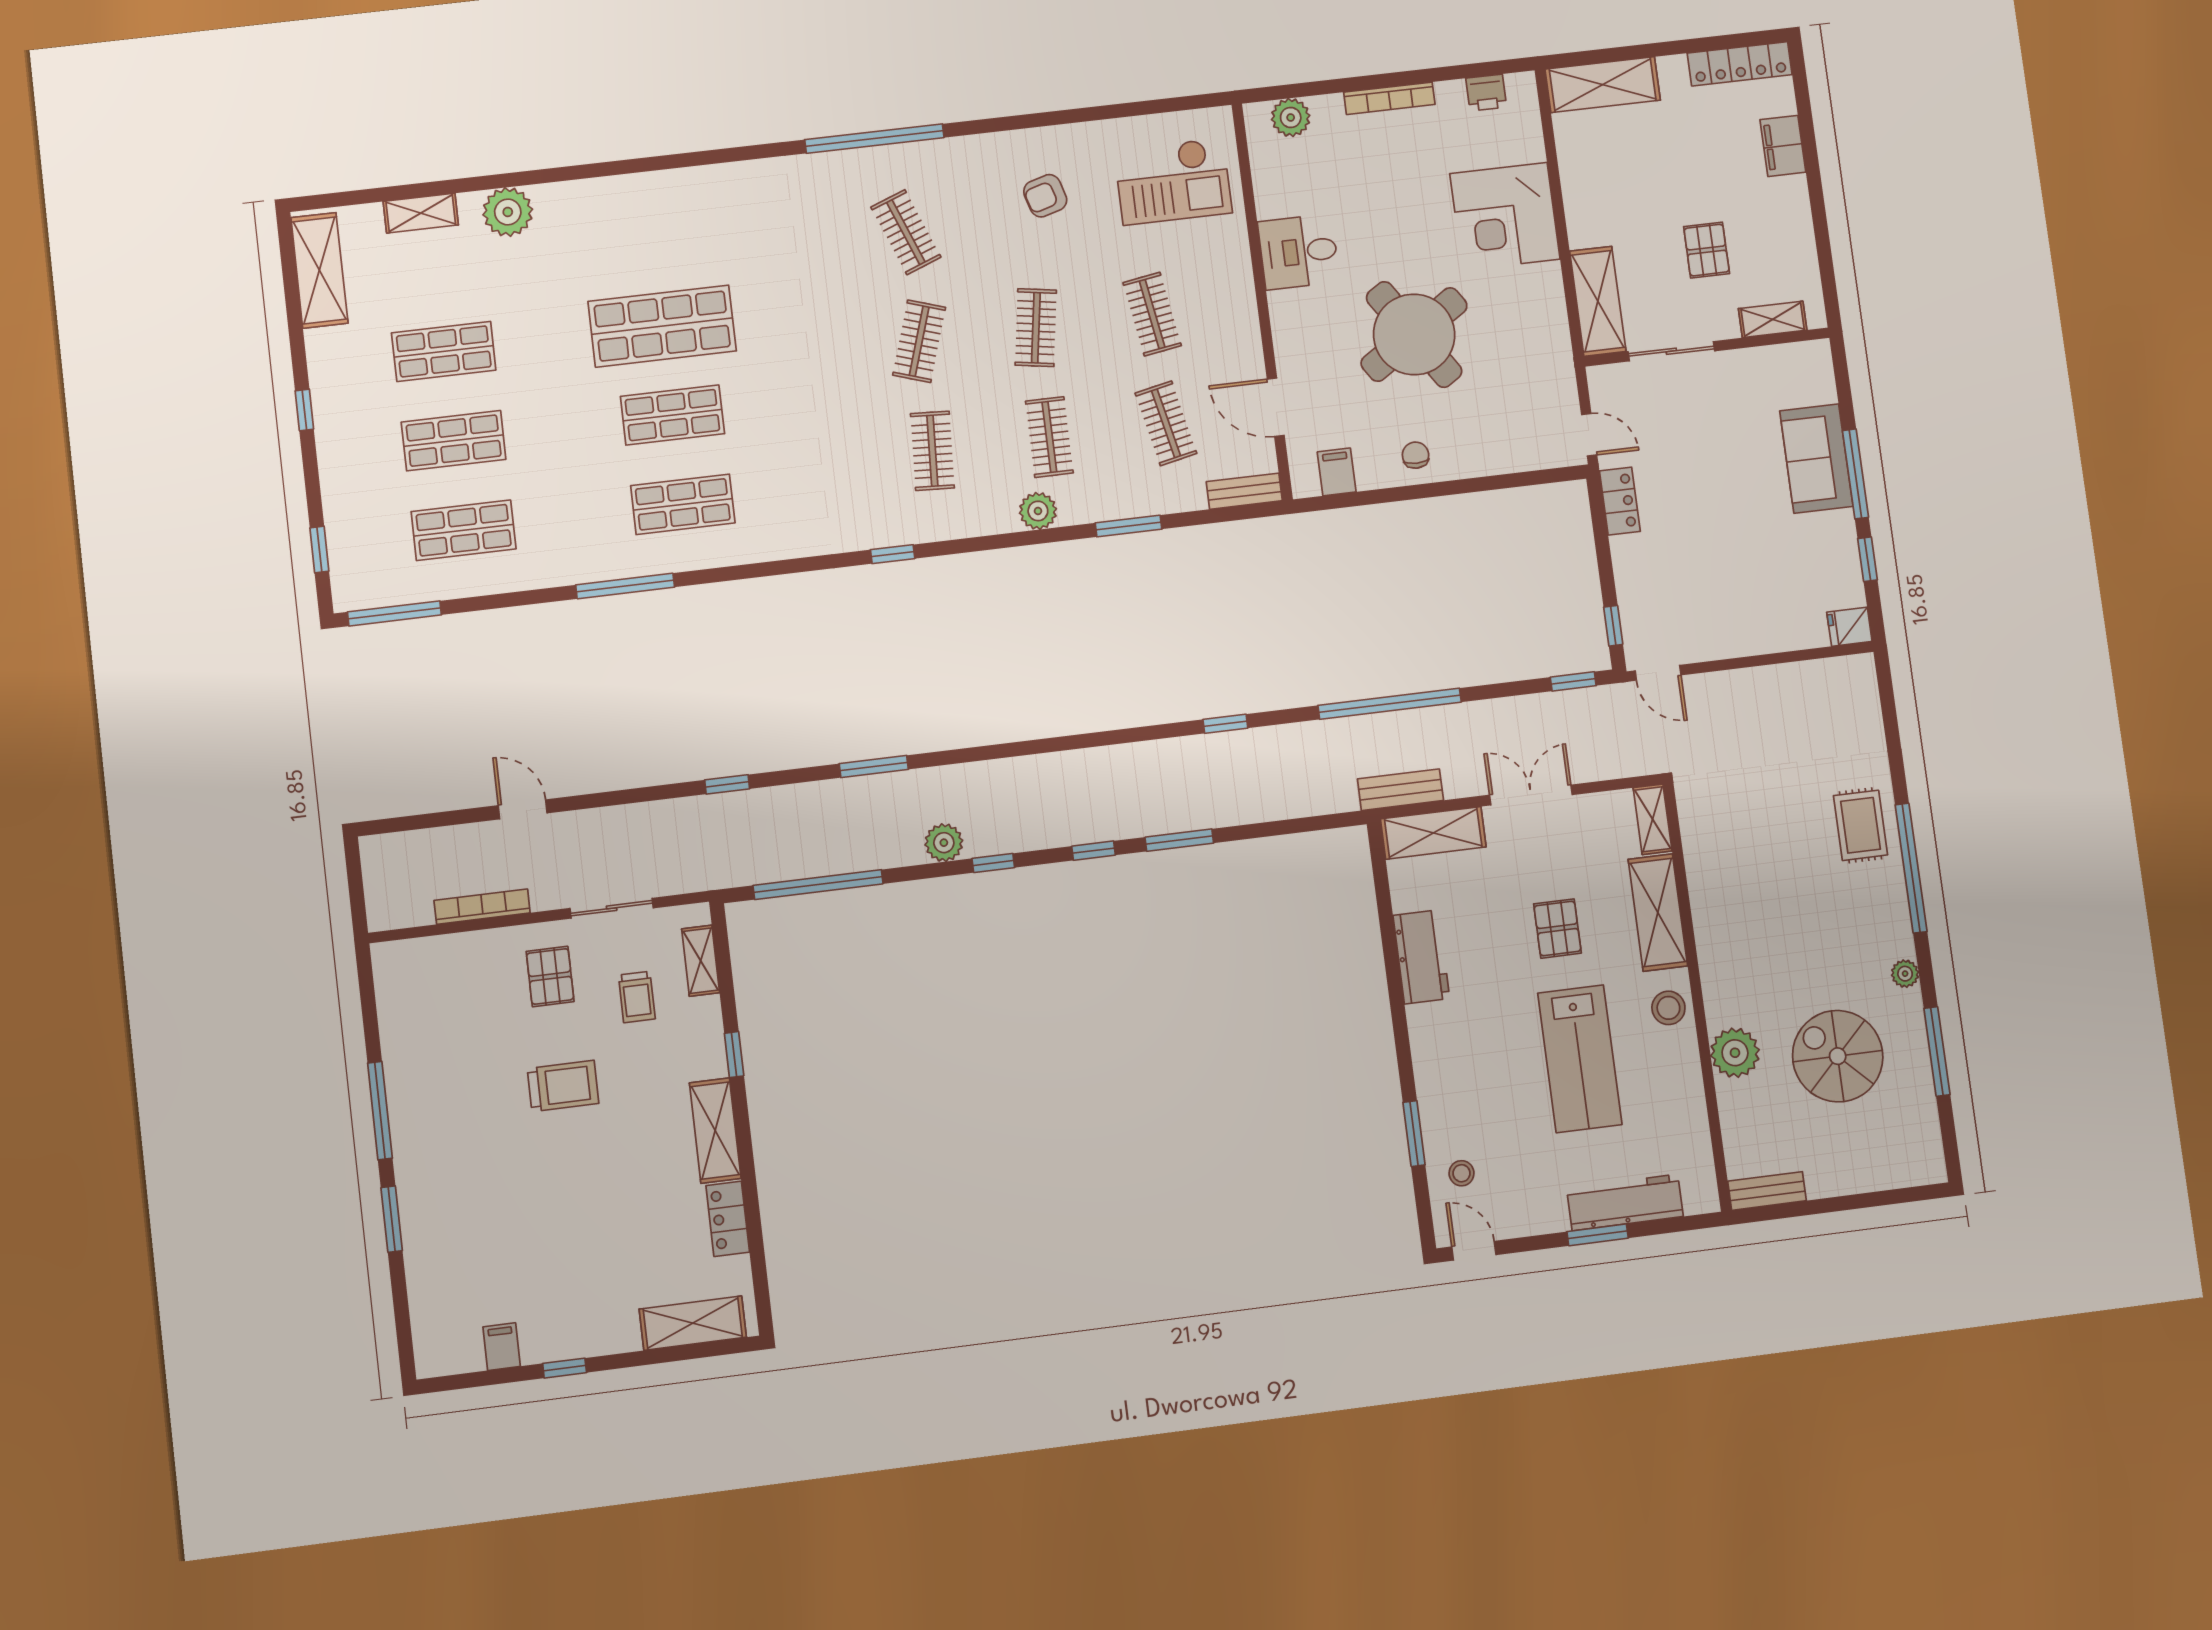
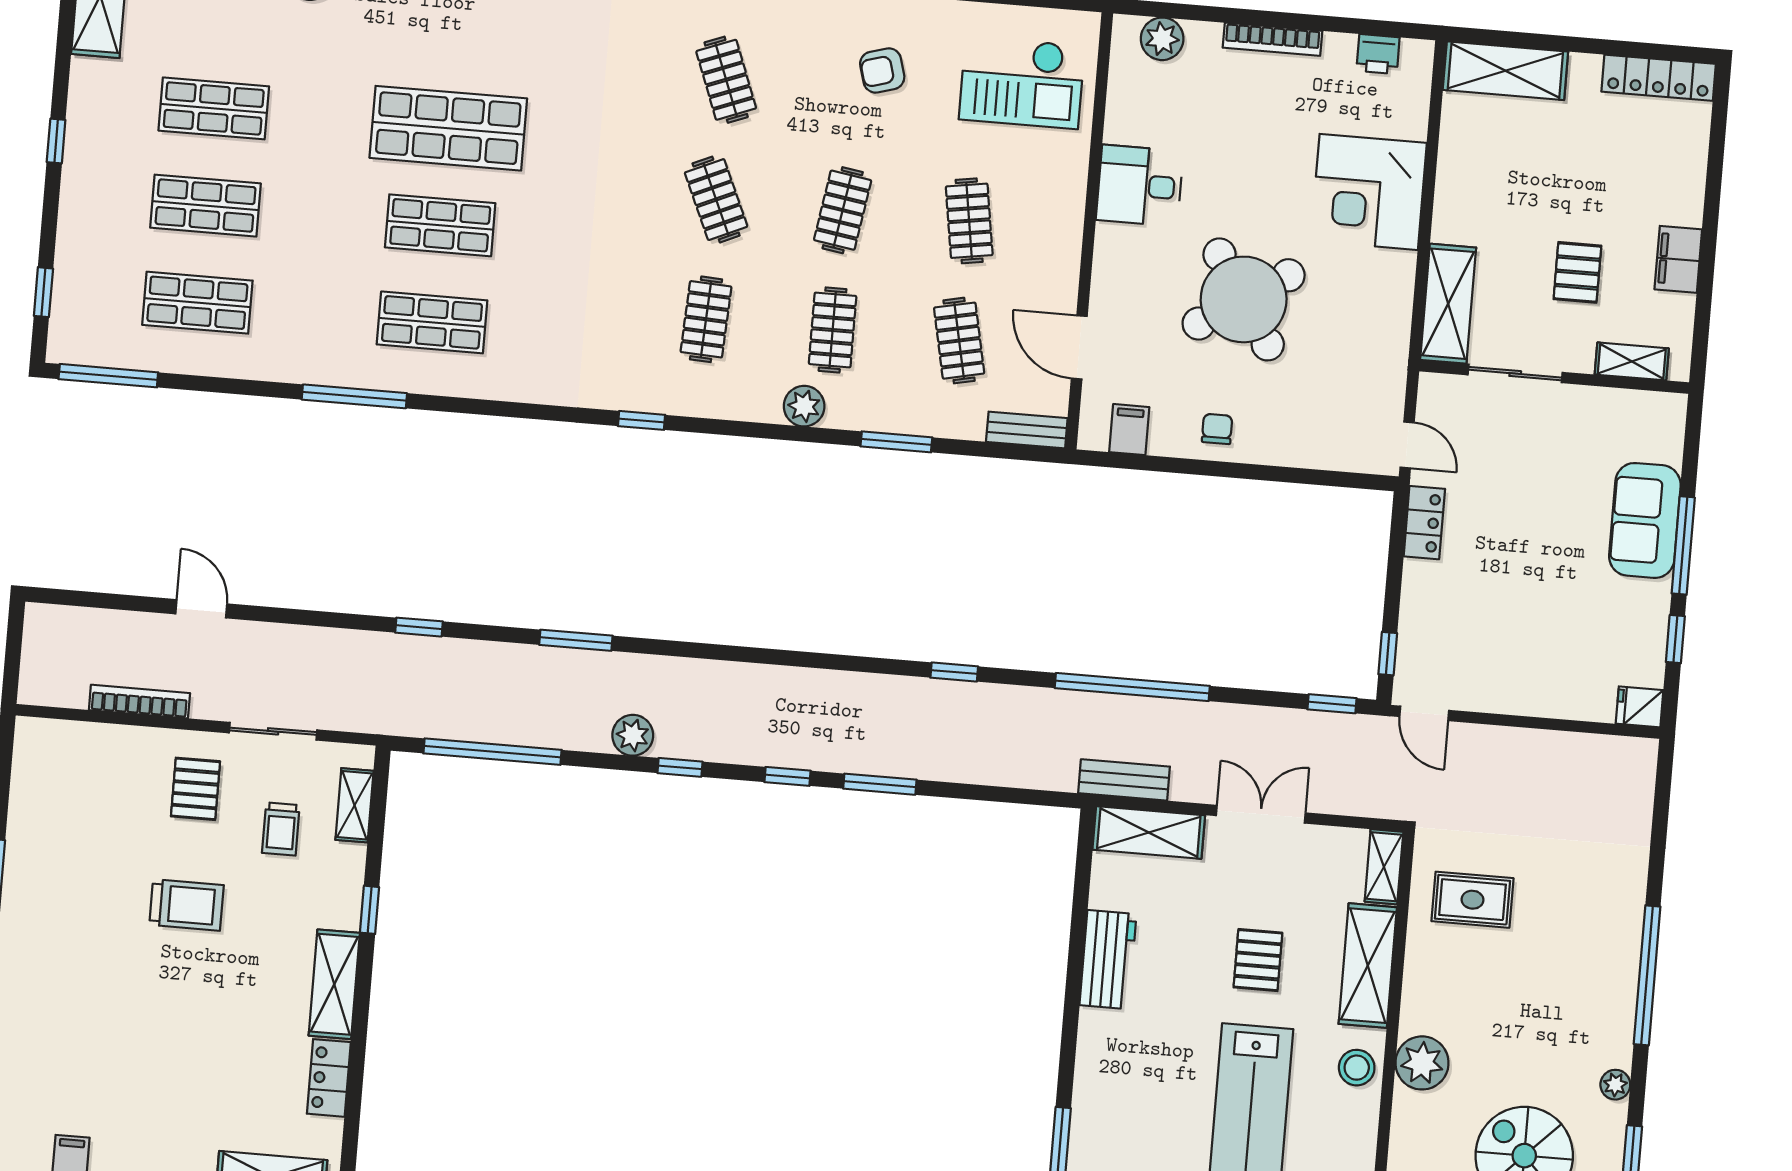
filing cabinet: (1783, 146) -> (1678, 259), moved
clothes rail: (919, 341) -> (716, 200), turned -42
rug: (1860, 825) -> (1472, 900), moved, turned 90
plant: (1735, 1053) -> (1422, 1063), moved

